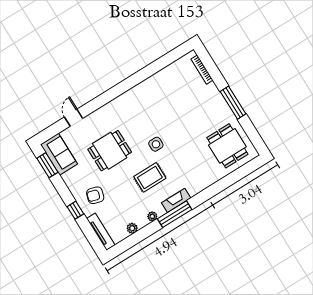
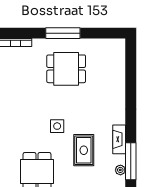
dining table: (227, 146) -> (66, 69), moved
window: (175, 214) -> (131, 161), moved

